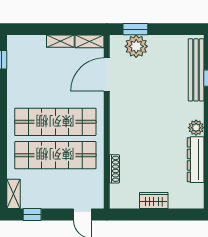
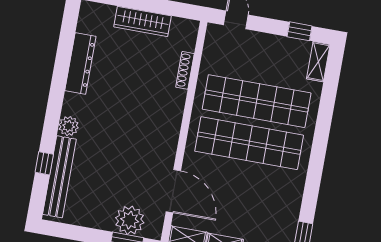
door: (107, 75) -> (173, 191), hinge flipped
plant: (196, 128) -> (69, 126), moved
wardrobe: (154, 201) -> (143, 21), width x1.50

